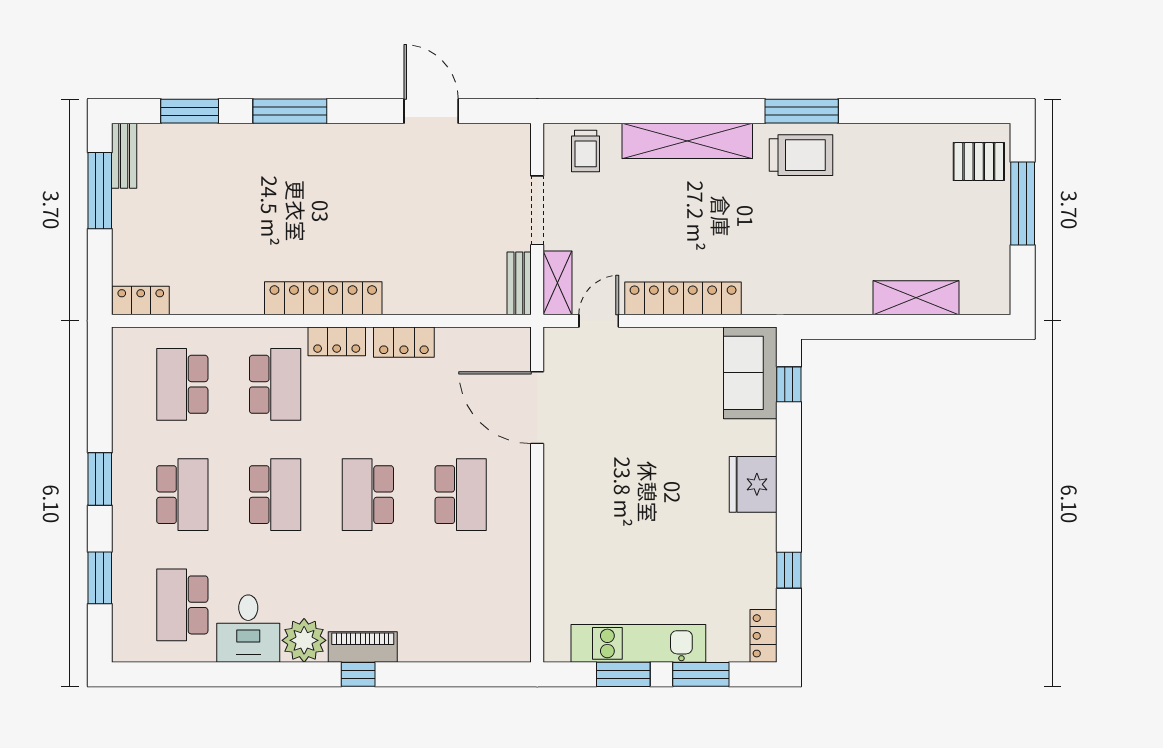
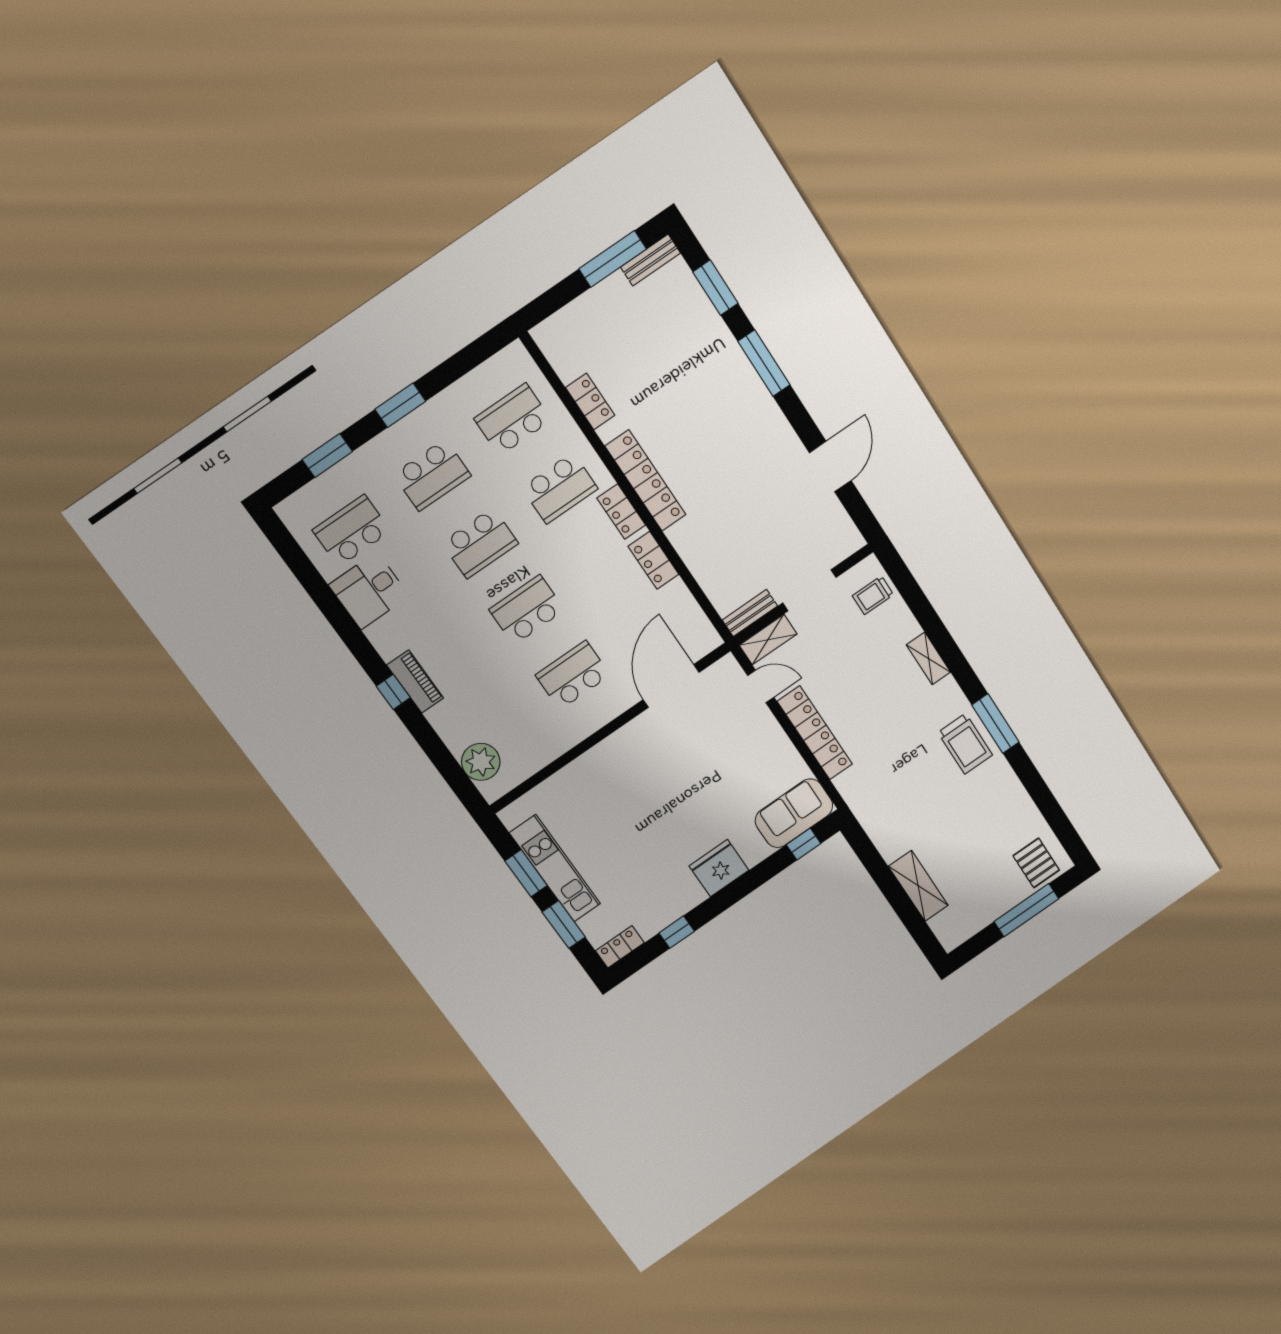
shelving: (687, 141) -> (928, 658), width x0.45, depth x0.75
locker: (141, 300) -> (590, 401), moved
school desk: (461, 495) -> (573, 675), turned 180
plant: (304, 640) -> (481, 762), moved

